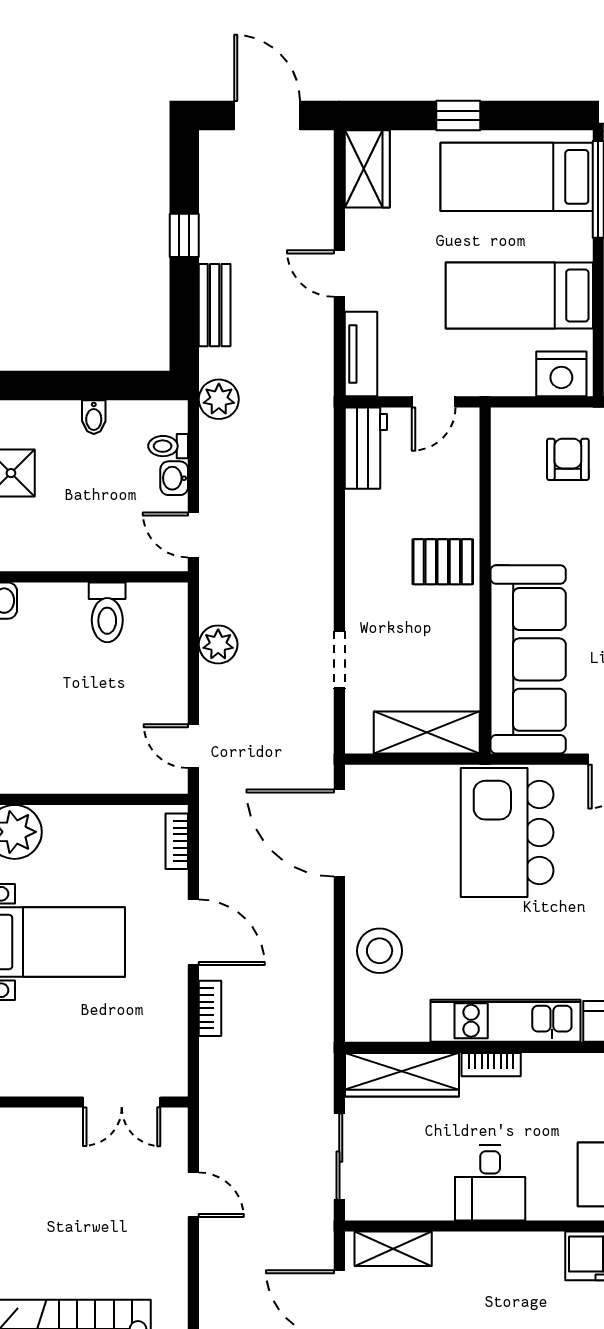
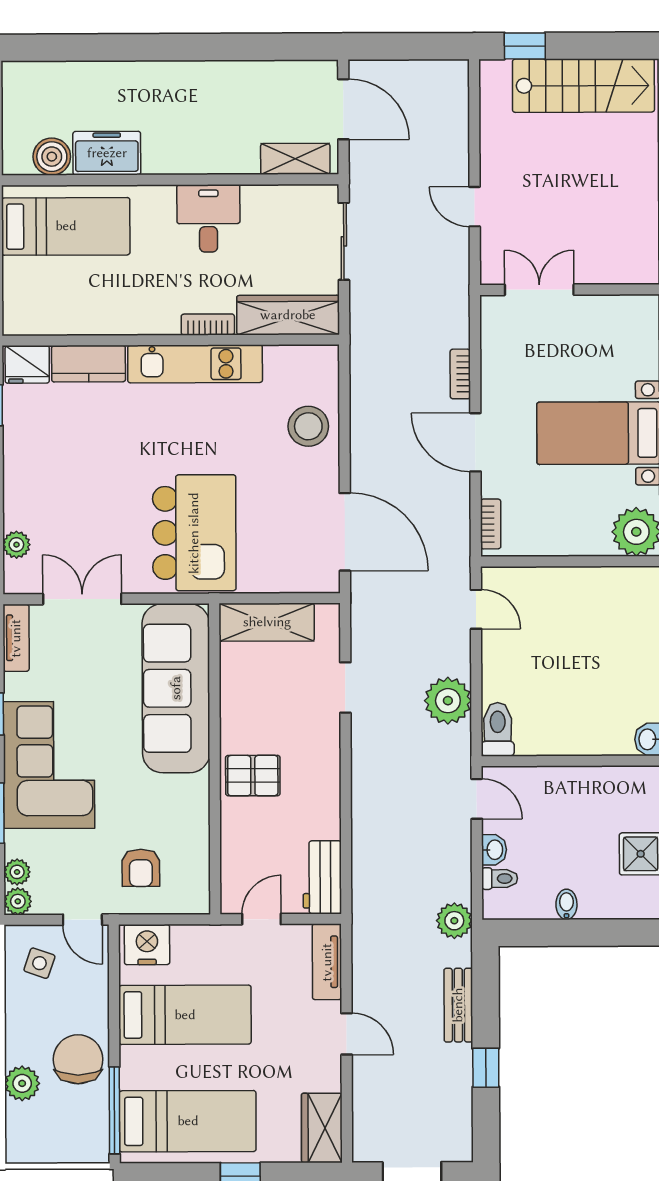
toilet: (107, 612) -> (498, 729), moved
plant: (218, 644) -> (448, 701), width x1.36, depth x1.36

